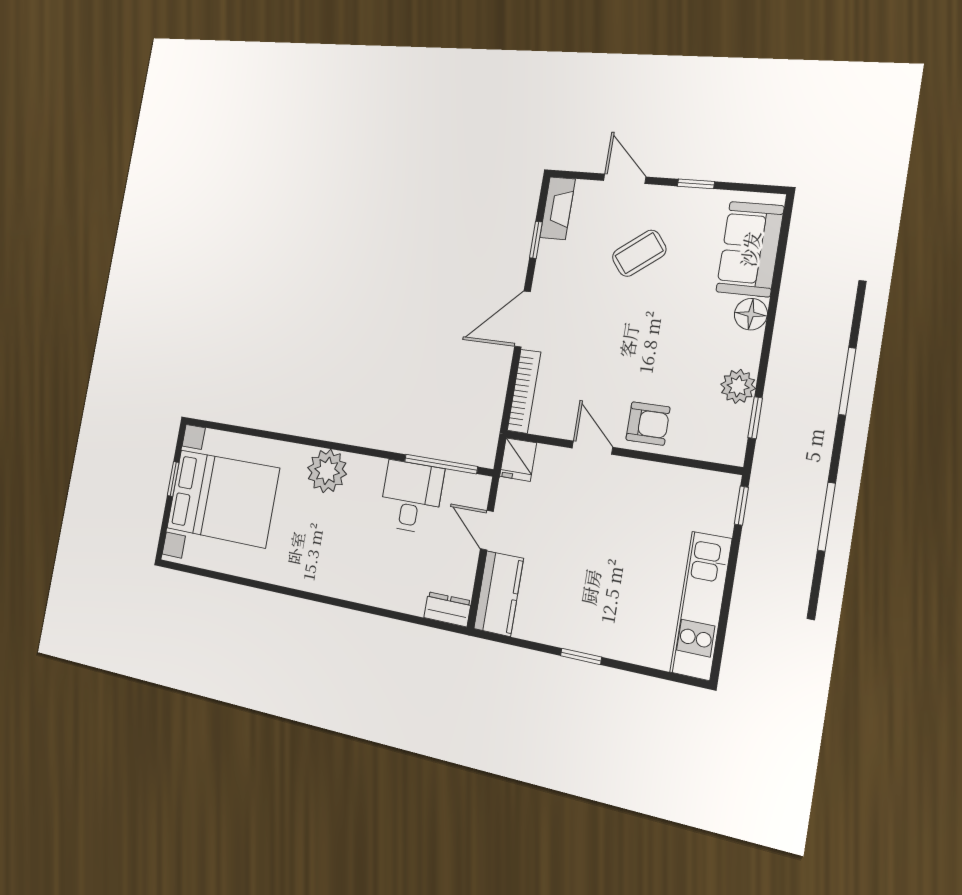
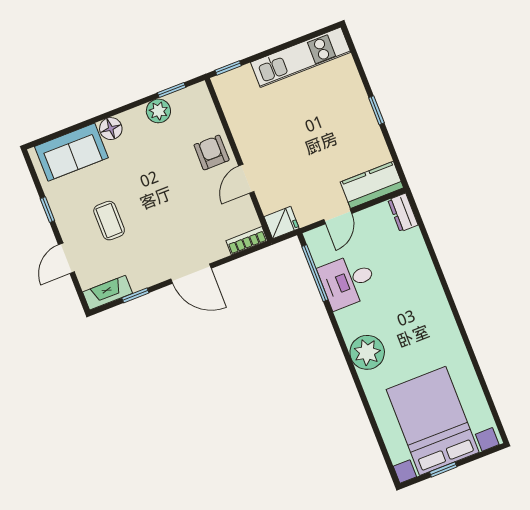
coffee table: (639, 253) -> (109, 221), turned 38
bookcase: (524, 391) -> (247, 241), width x0.64

